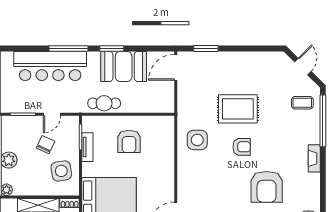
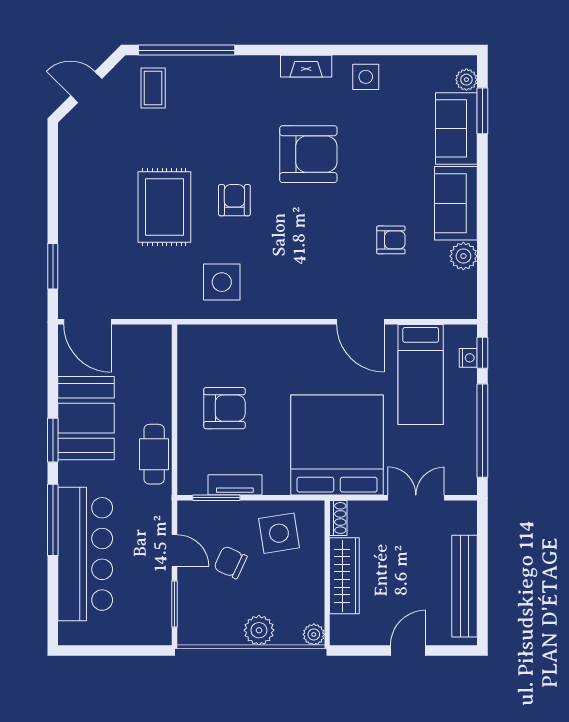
fireplace: (314, 158) -> (306, 66), moved

